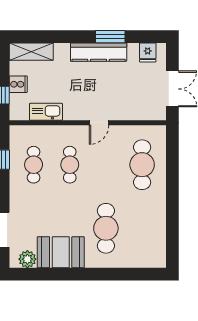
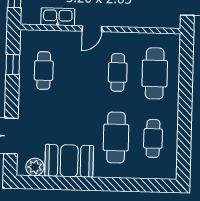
door: (99, 123) -> (92, 29), moved
cafe table: (70, 165) -> (118, 72), moved
cafe table: (142, 228) -> (153, 138), added

